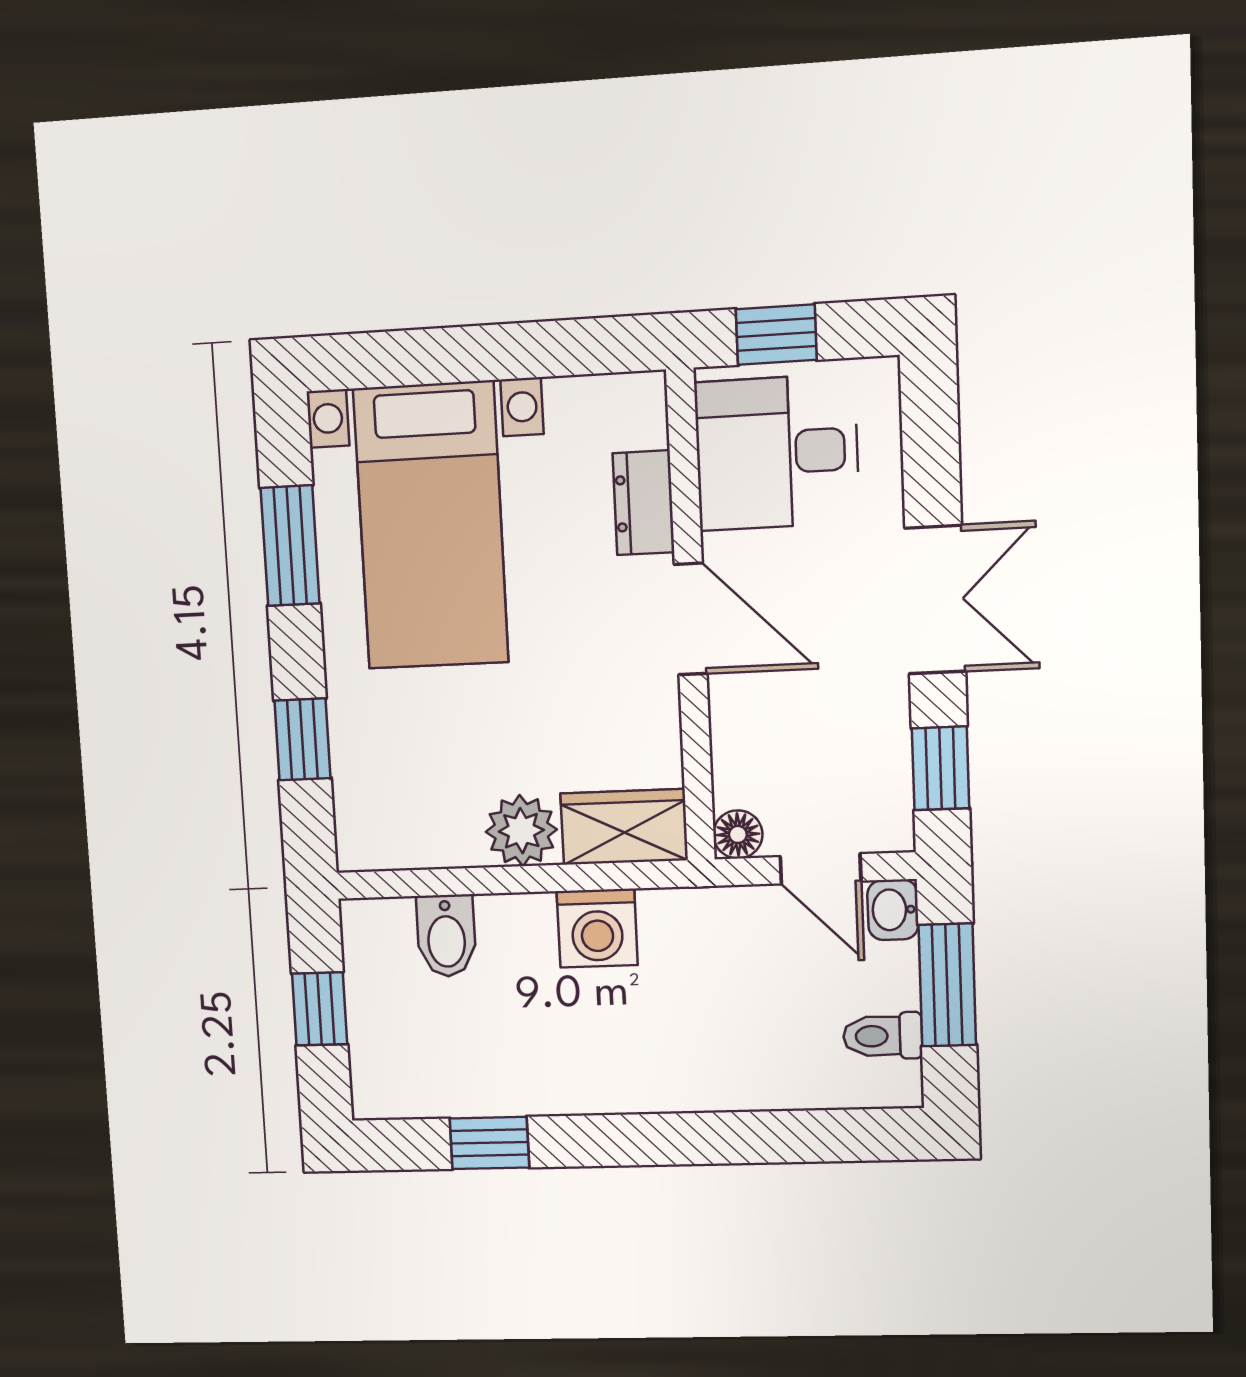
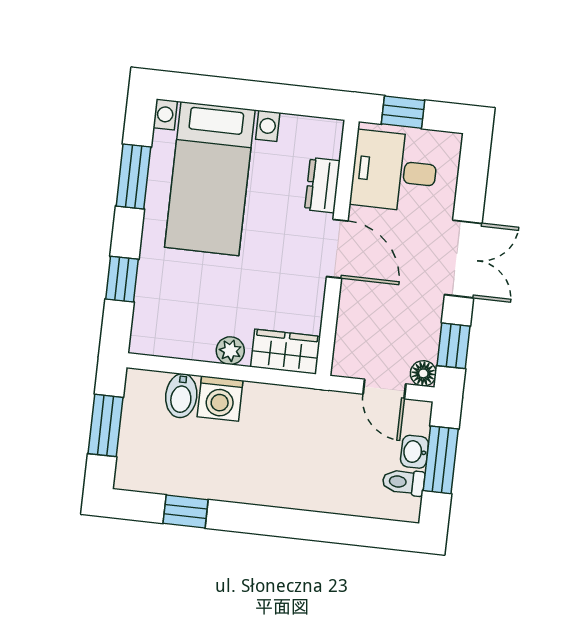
plant: (521, 831) -> (230, 351), width x0.73, depth x0.73
floor lamp: (738, 834) -> (423, 373), moved
washbasin: (893, 910) -> (414, 452), moved
washing machine: (597, 928) -> (220, 398), moved
window: (320, 1009) -> (106, 425), width x1.50

